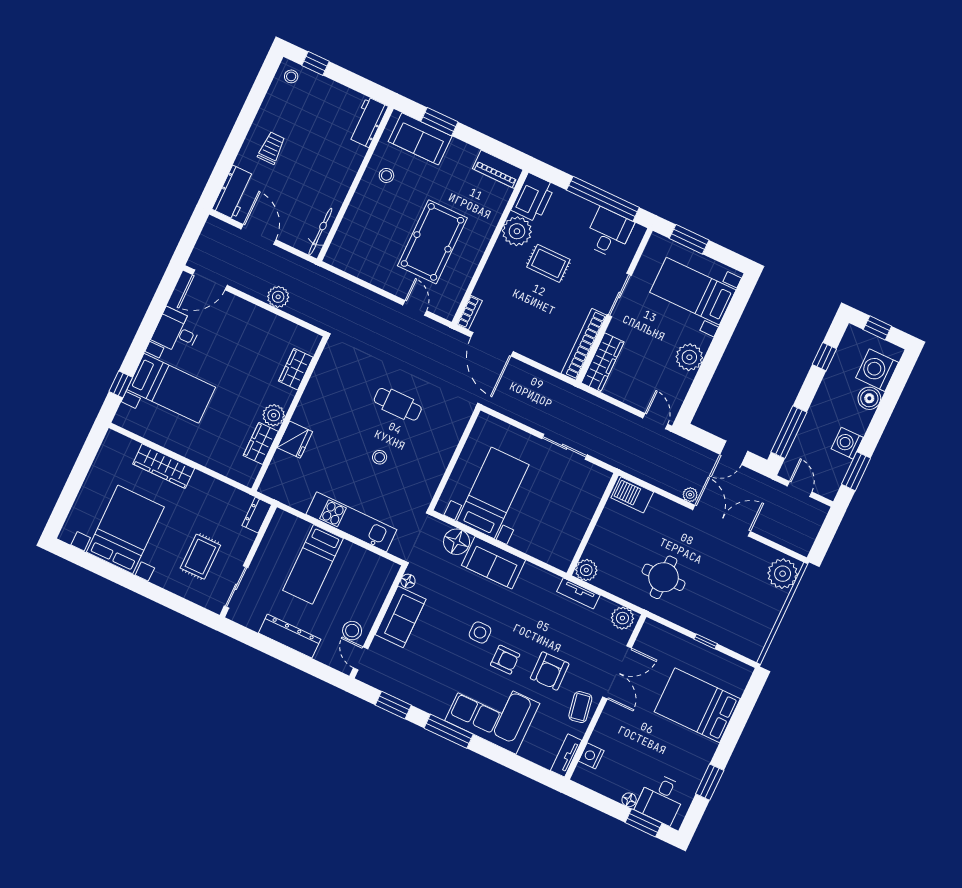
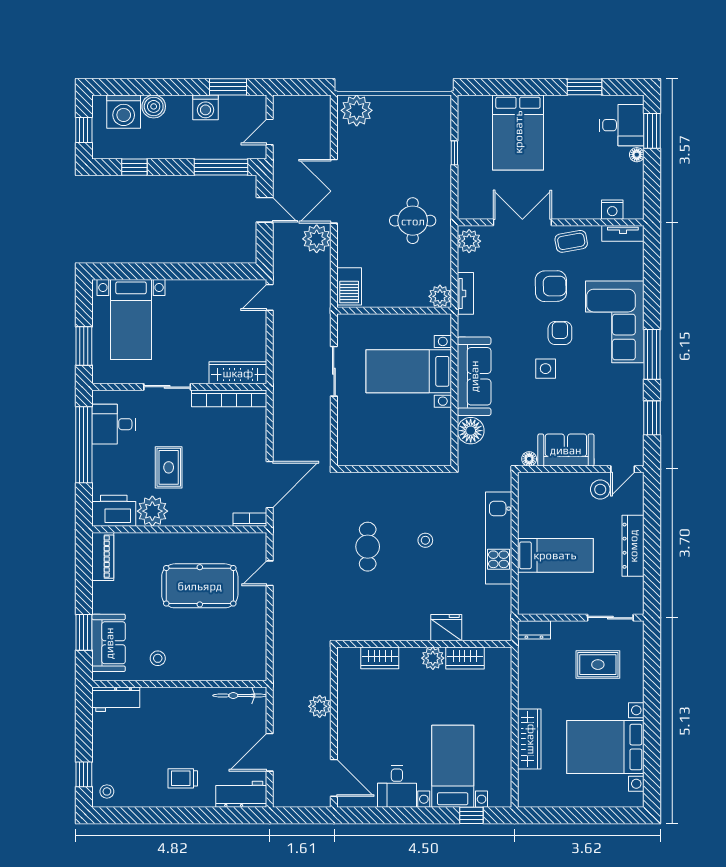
plant: (689, 357) -> (195, 294), removed
bed with nightstands: (493, 493) -> (409, 371), moved
plant: (690, 495) -> (317, 239), width x1.88, depth x1.88
sofa: (493, 563) -> (474, 376), width x1.36

